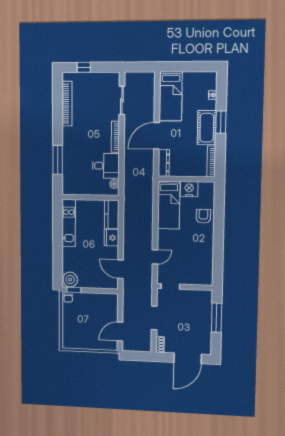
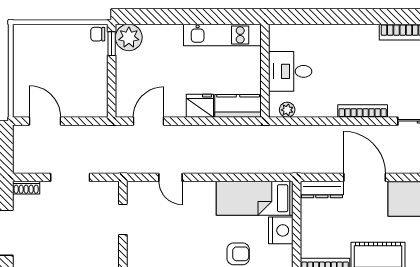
window: (58, 160) -> (325, 17), removed
desk: (106, 166) -> (290, 71), moved, turned 90
doorway: (170, 286) -> (123, 220), moved

